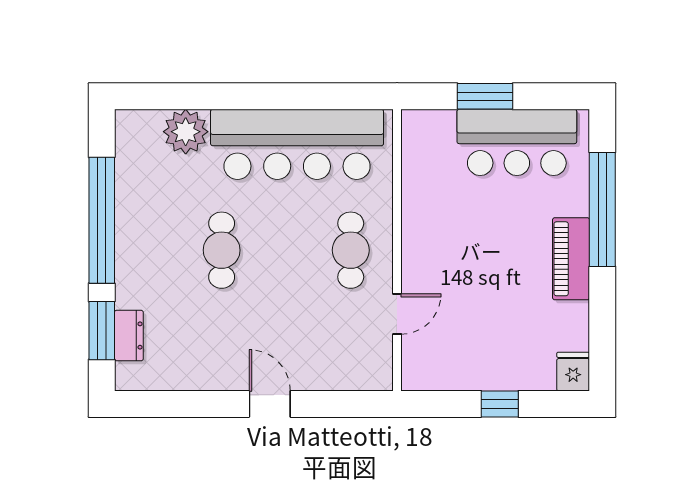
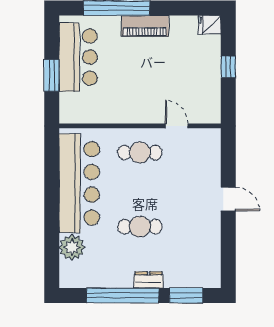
dresser: (129, 336) -> (148, 280), moved
door: (270, 404) -> (228, 199), swing flipped

